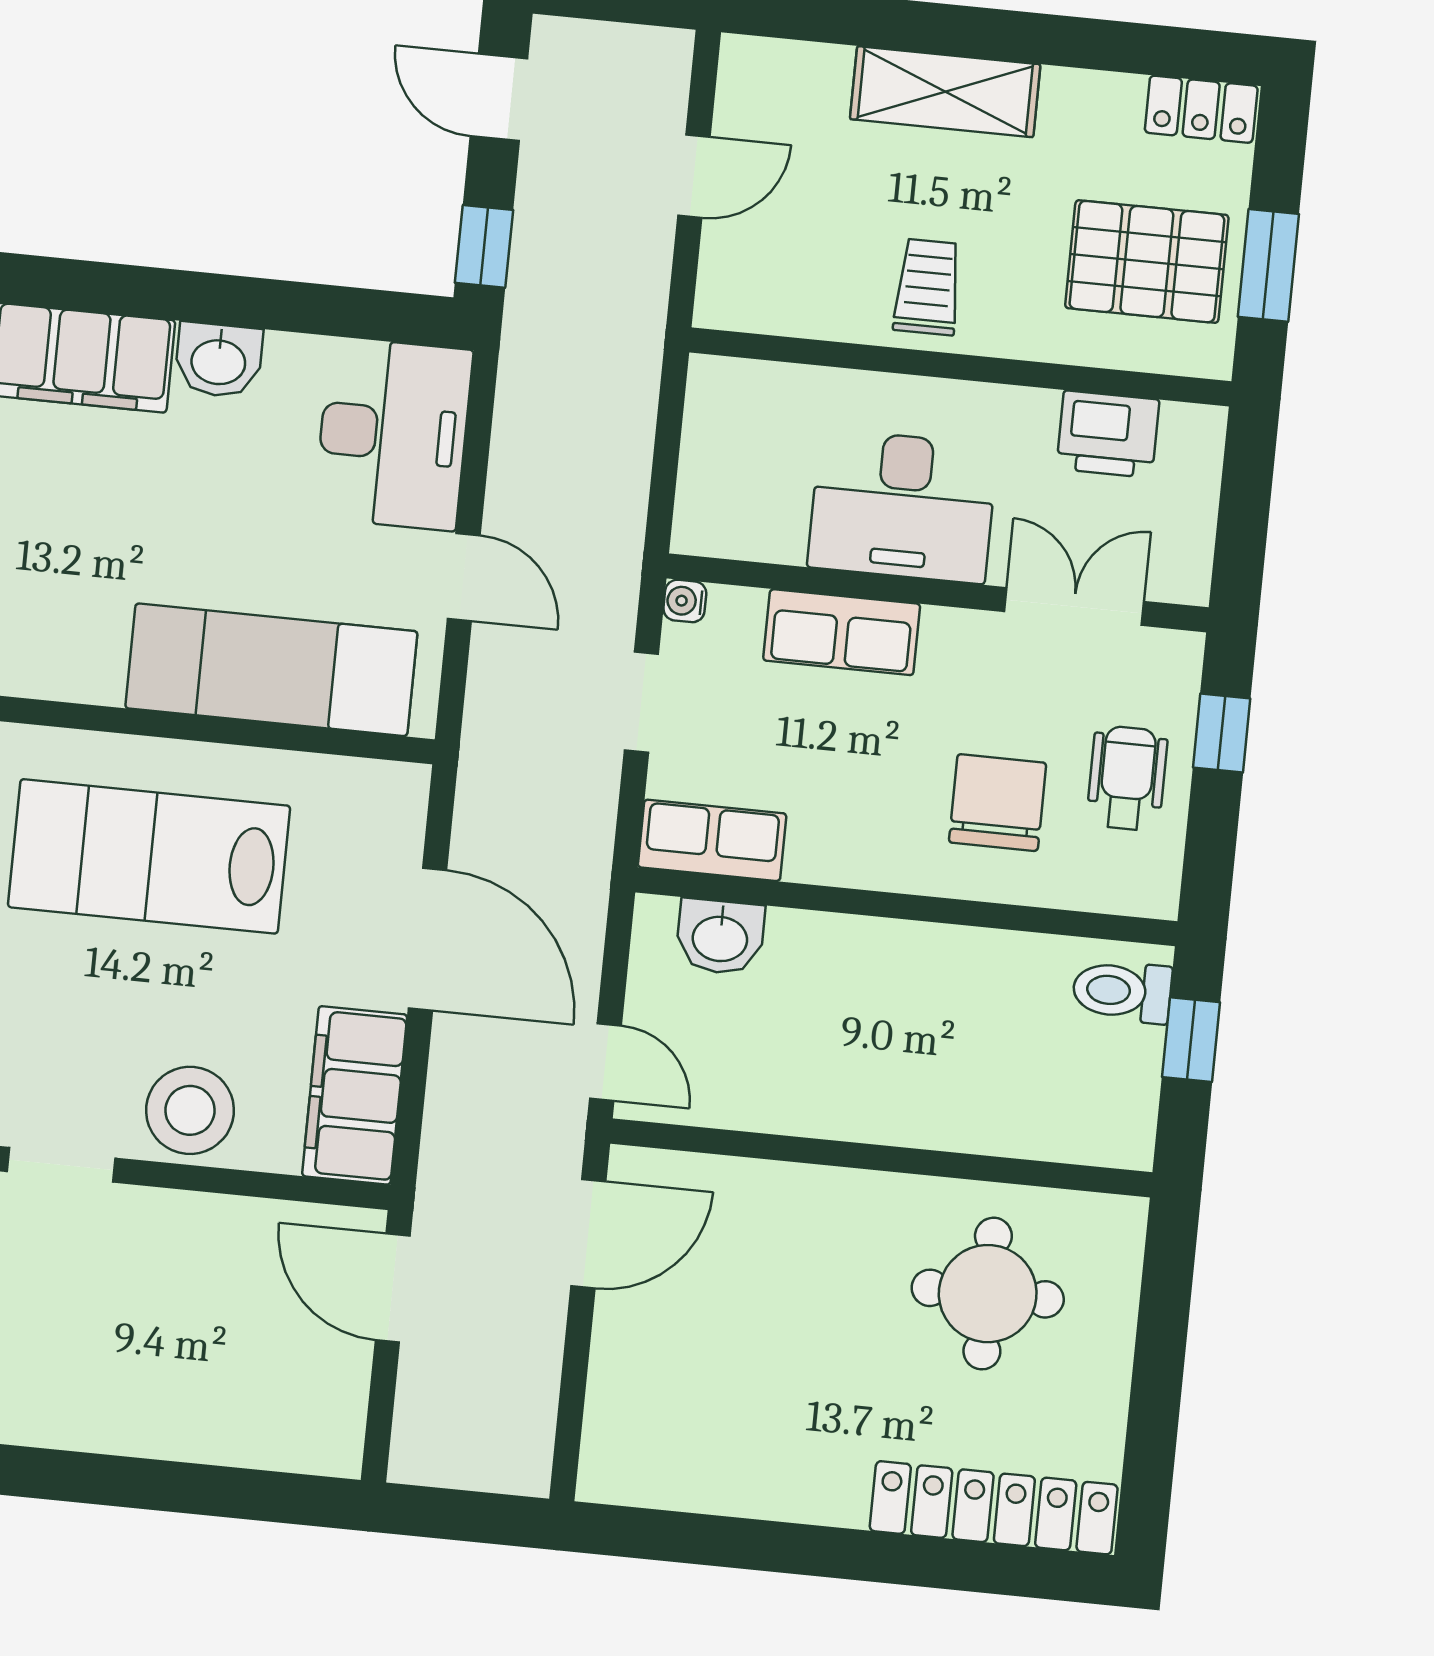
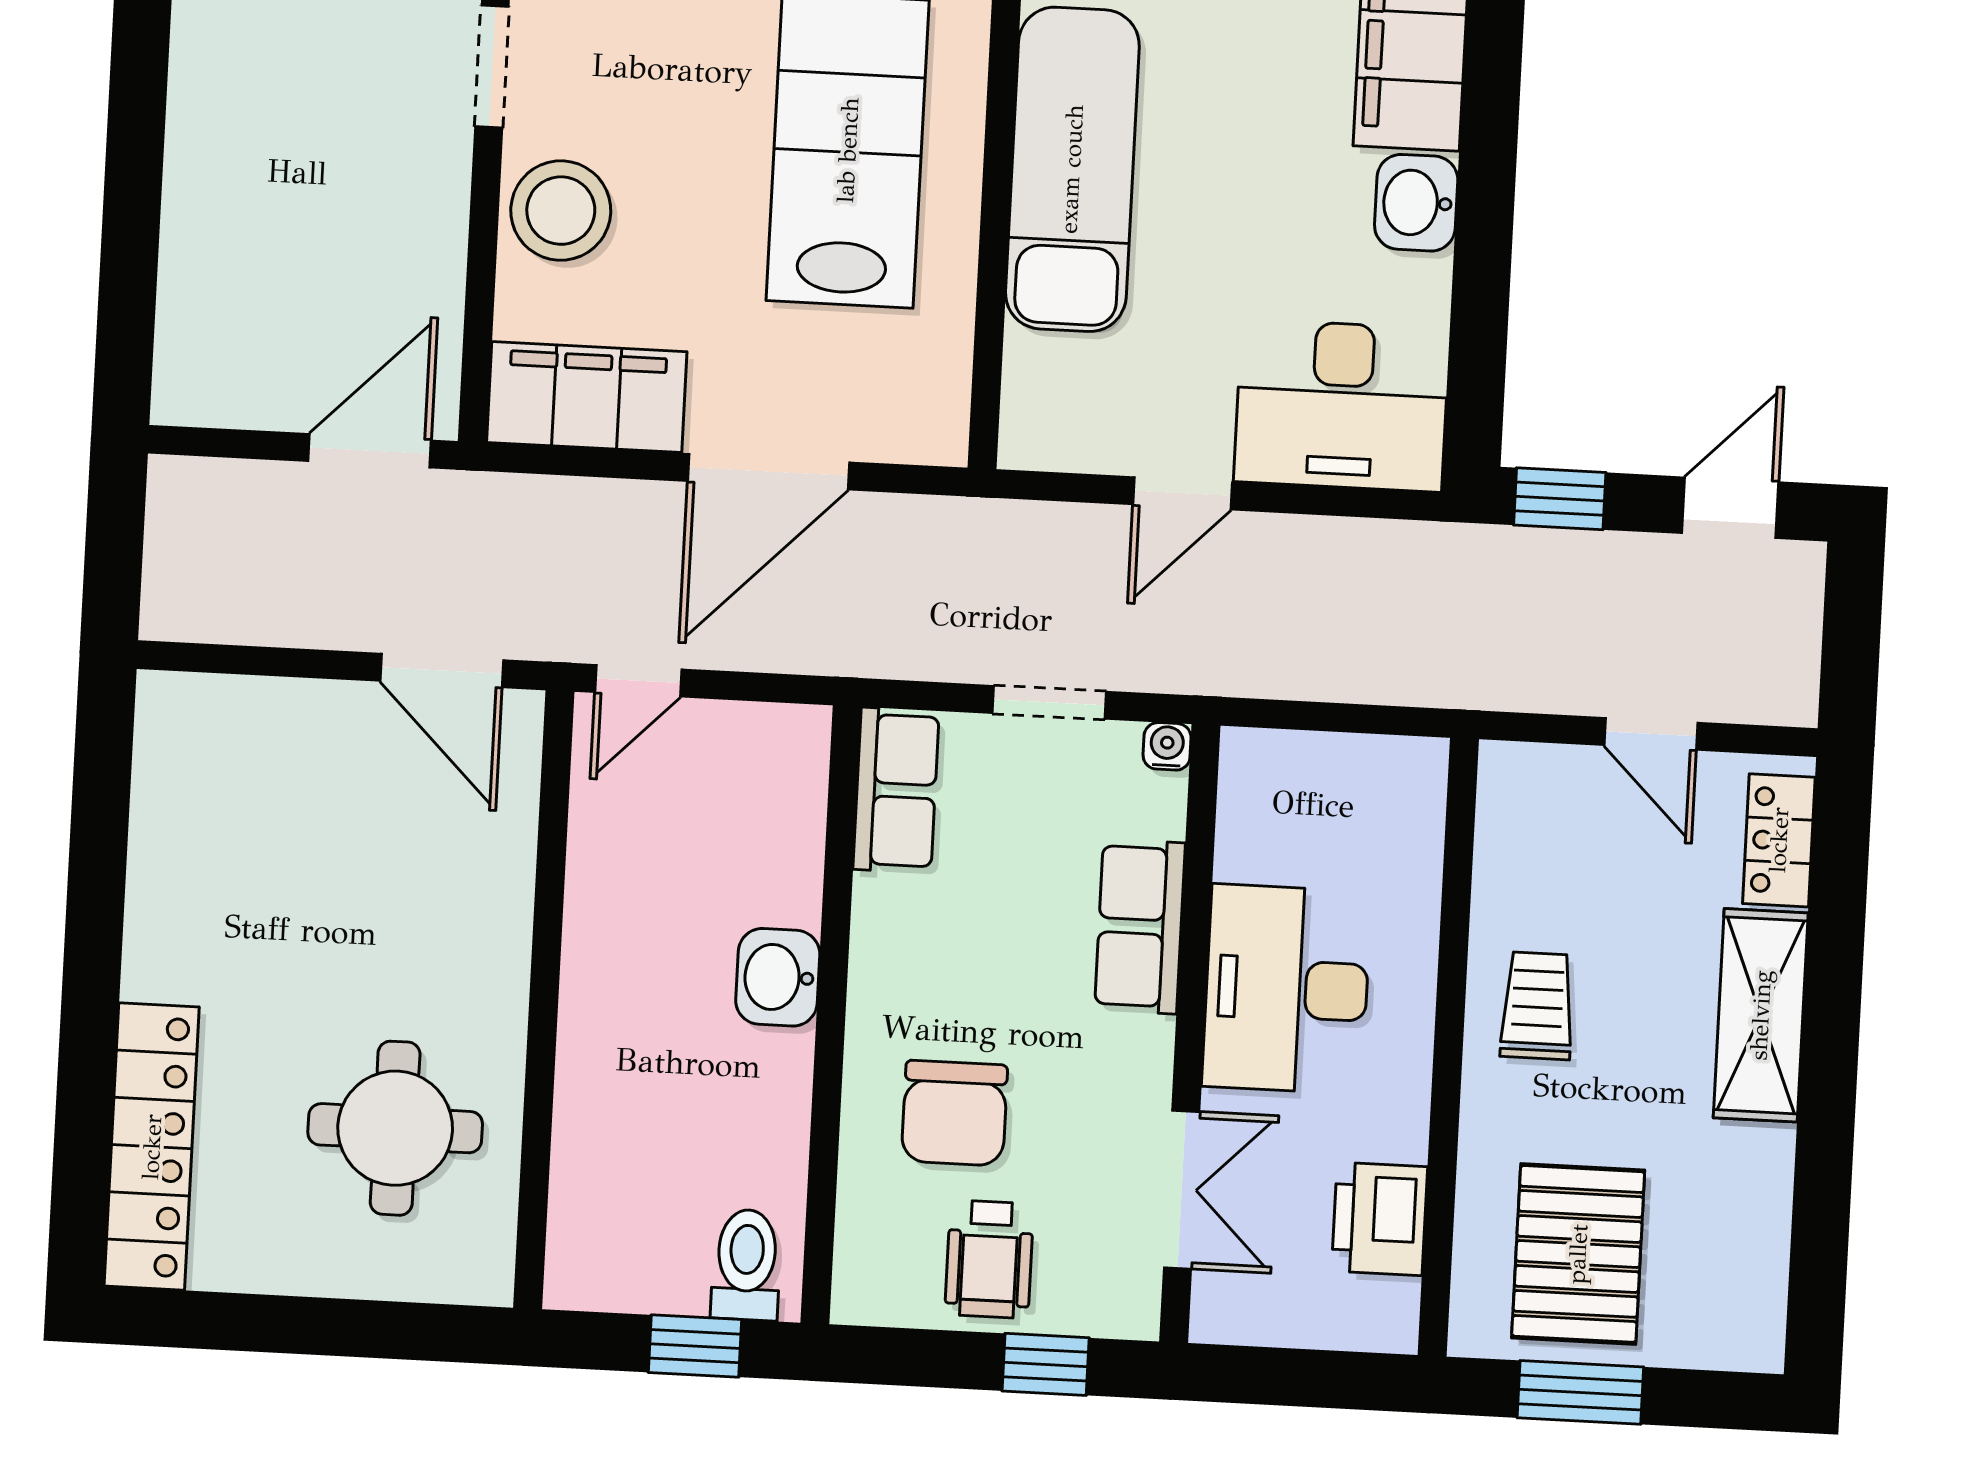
locker: (1201, 109) -> (1779, 840), moved
trolley: (928, 287) -> (1537, 1006), turned -90
exam couch: (271, 670) -> (1072, 169), moved
wheelchair: (1127, 778) -> (989, 1259), turned 90
chair: (998, 803) -> (954, 1113), turned 90
washbasin: (720, 937) -> (778, 977), moved

